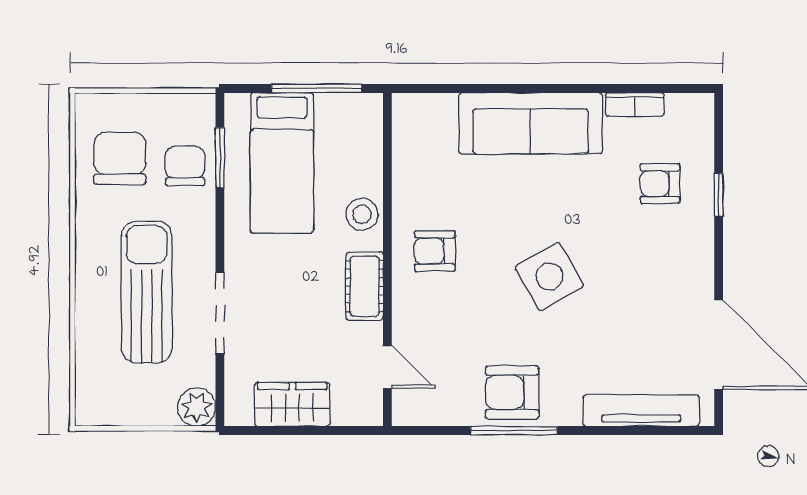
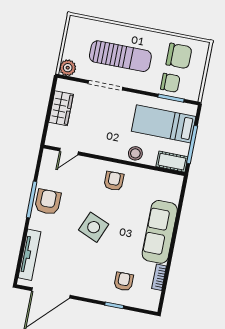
side table: (549, 276) -> (94, 227), turned -37
cot: (365, 286) -> (172, 162), moved

